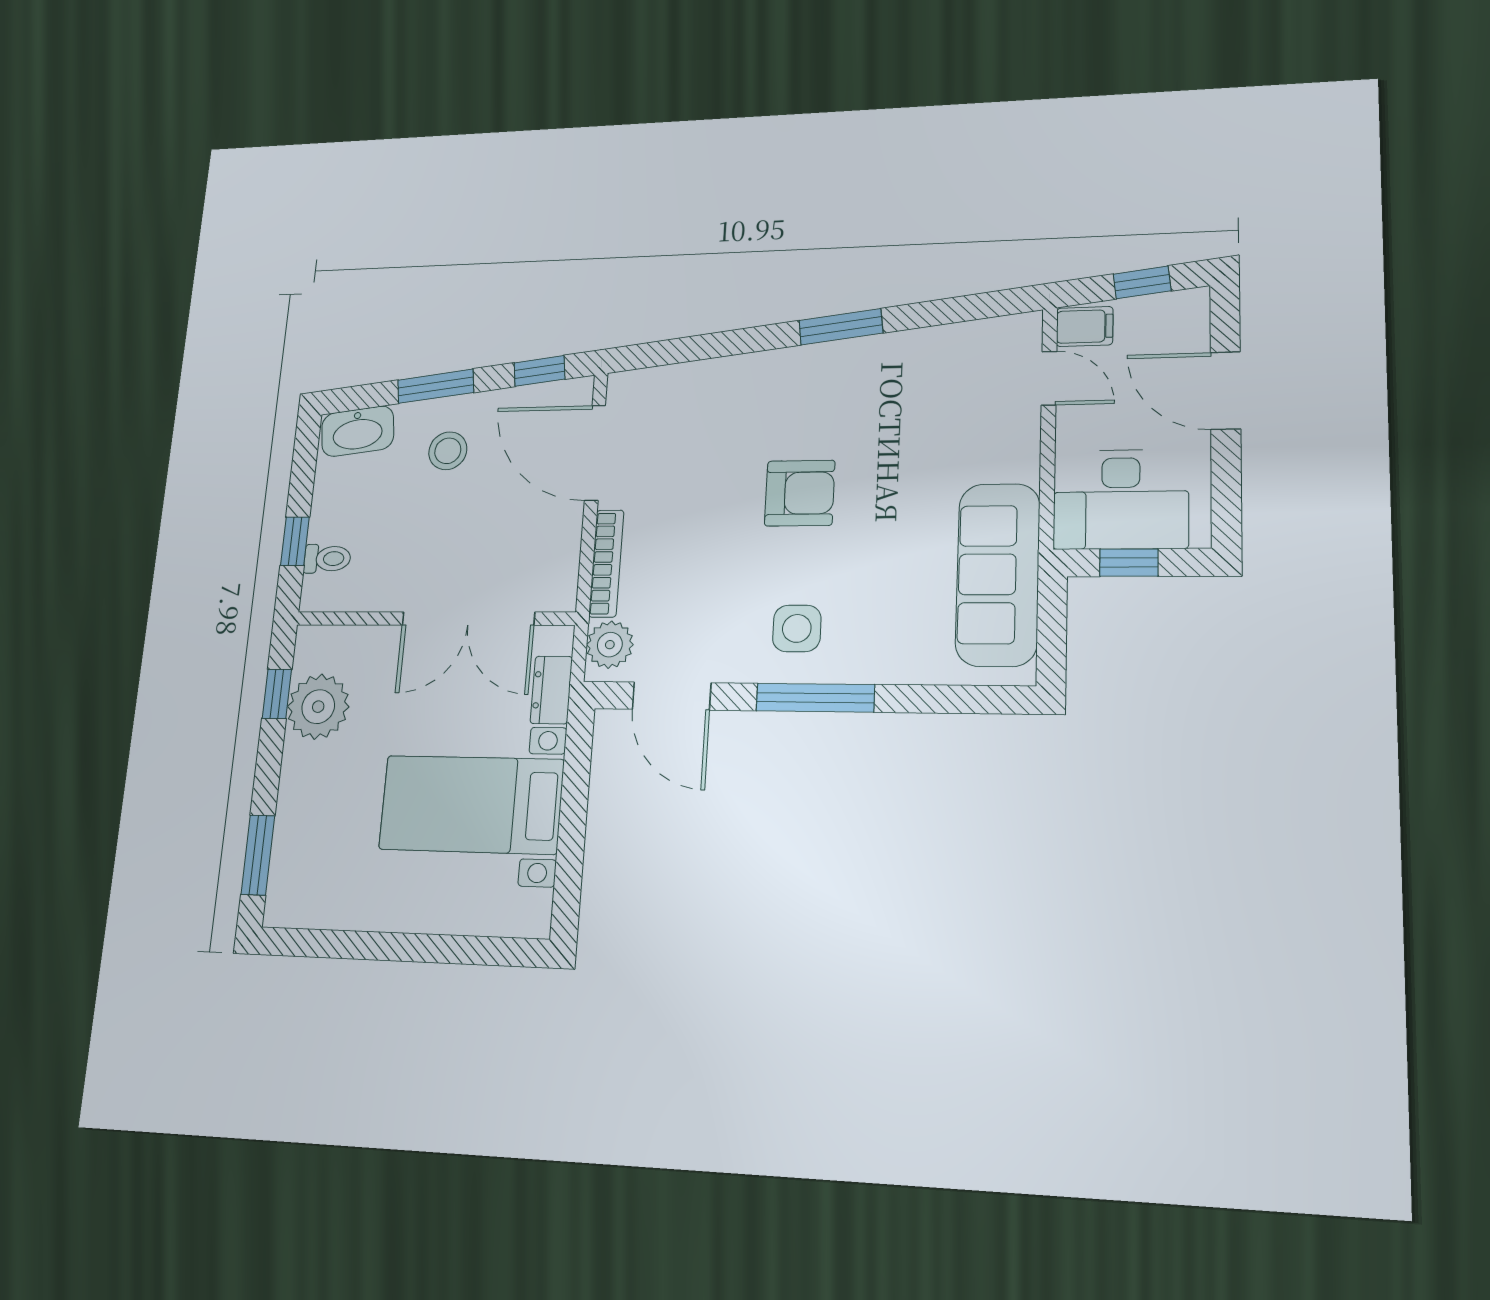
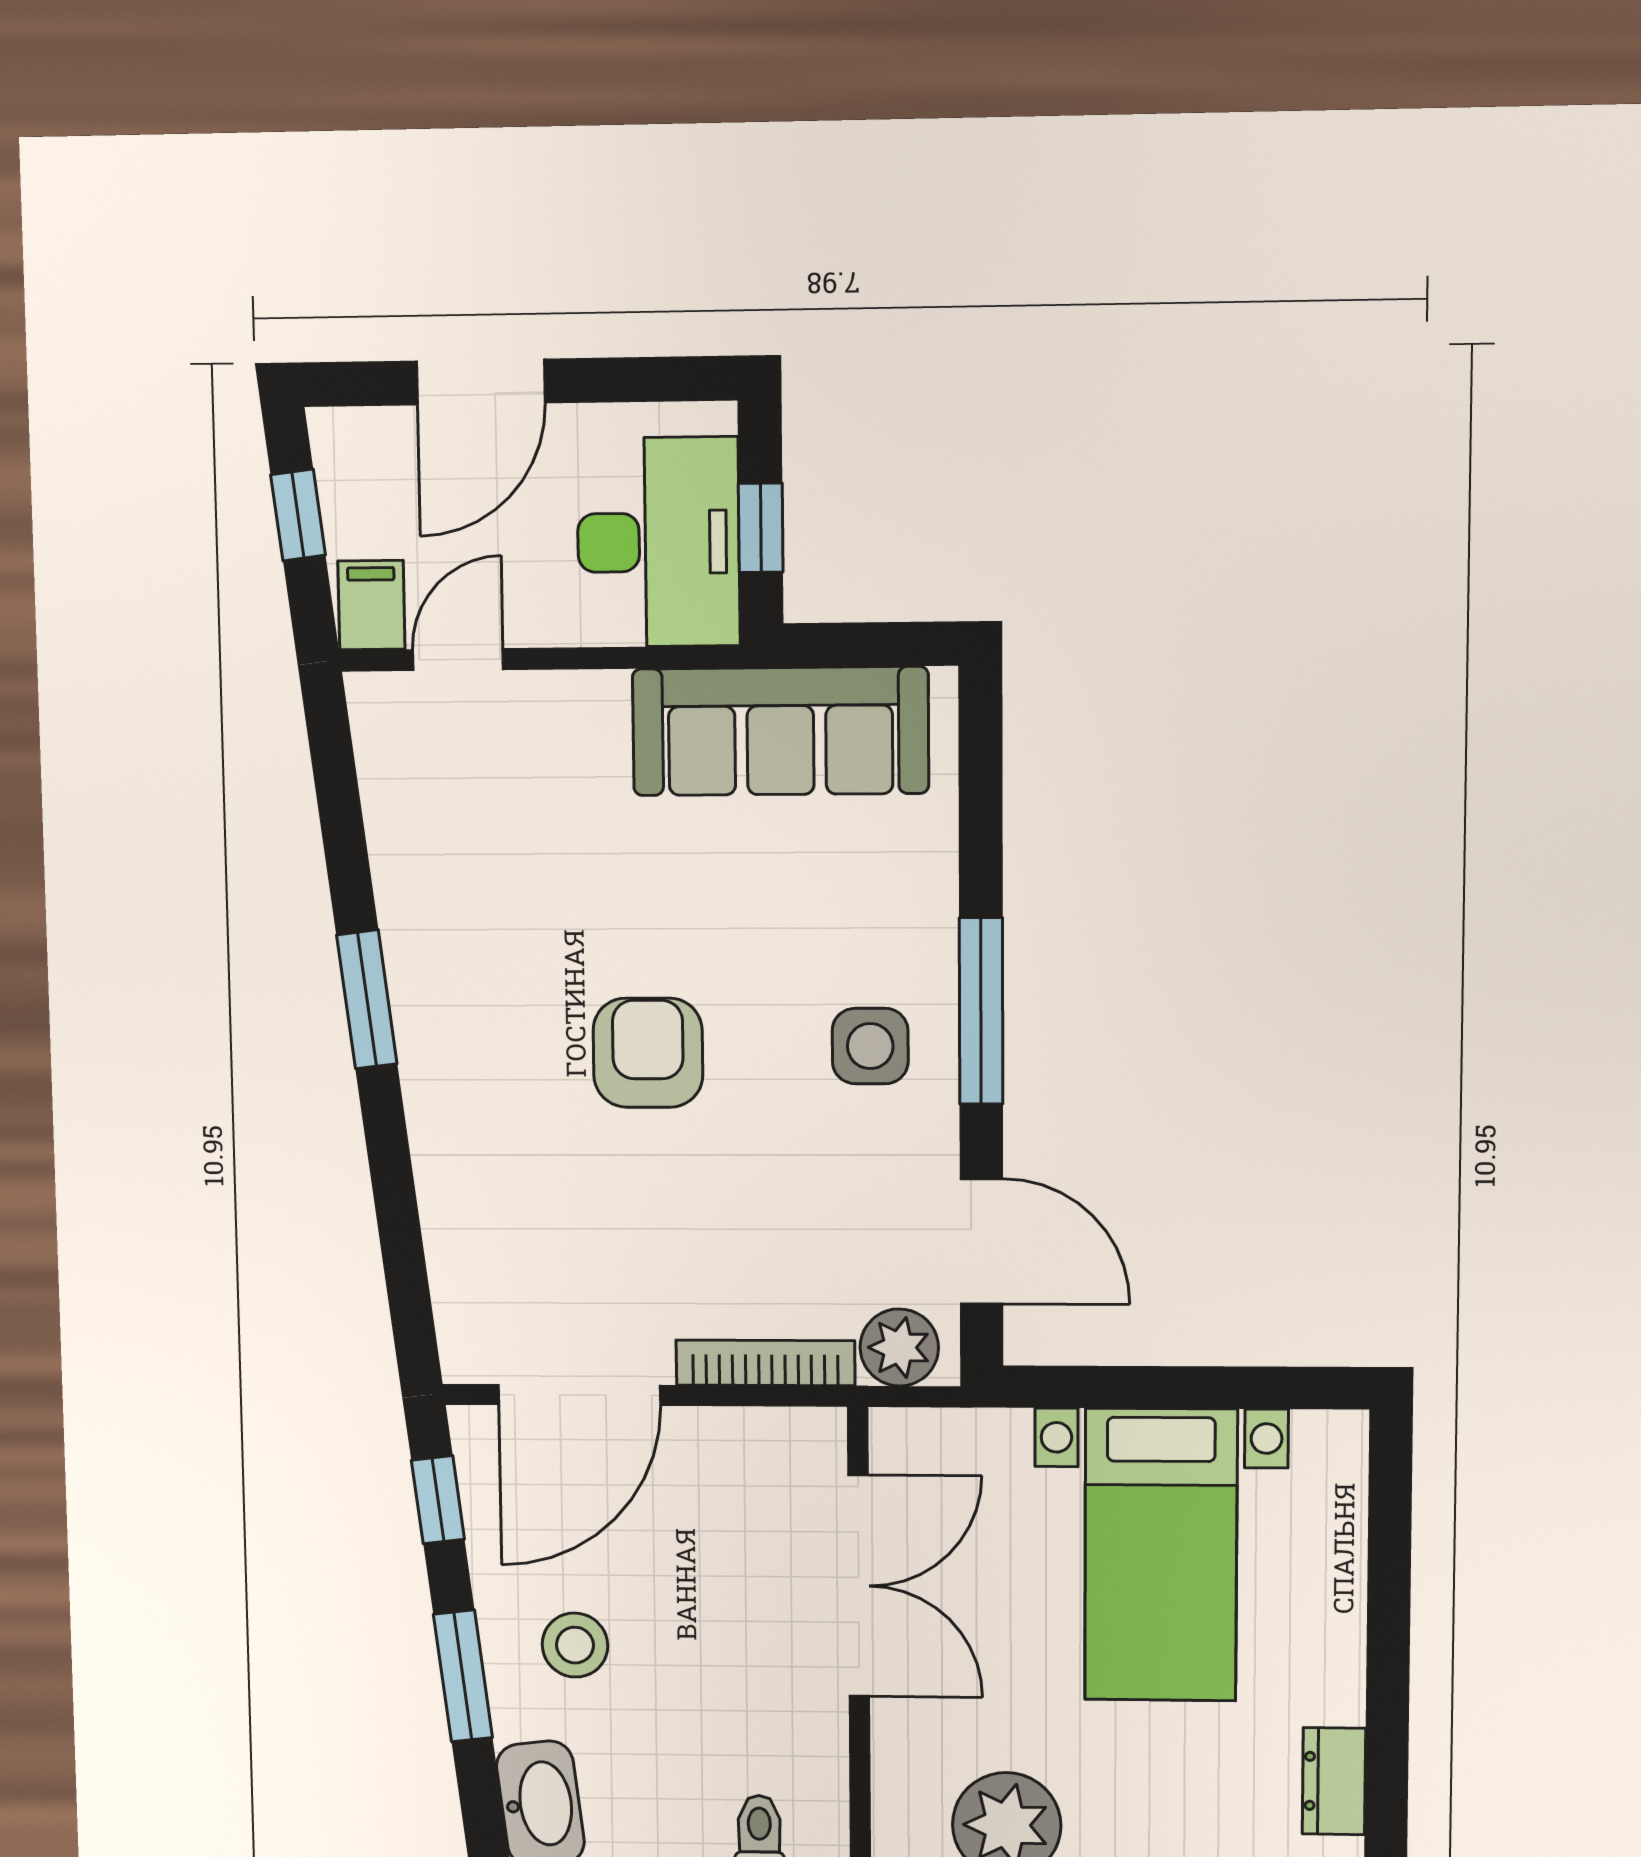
dresser: (551, 690) -> (1334, 1781), moved, turned 90
door: (672, 696) -> (982, 1241), hinge flipped

